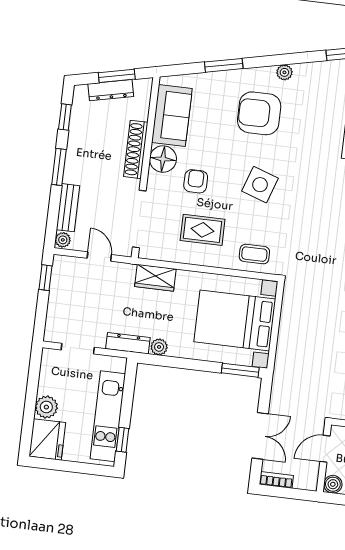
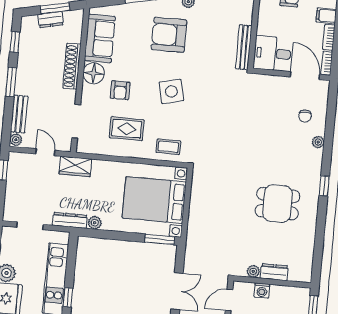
dresser: (111, 90) -> (51, 20), width x0.70
armchair: (196, 181) -> (120, 90), turned 180
side table: (260, 185) -> (171, 91), turned -32
doorway: (139, 219) -> (76, 121), width x0.73
wardrobe: (155, 278) -> (75, 166), moved

